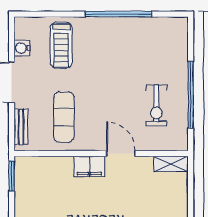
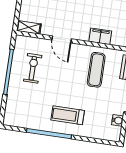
treadmill: (61, 45) -> (68, 115), moved, turned -90
filing cabinet: (89, 166) -> (100, 36), moved

